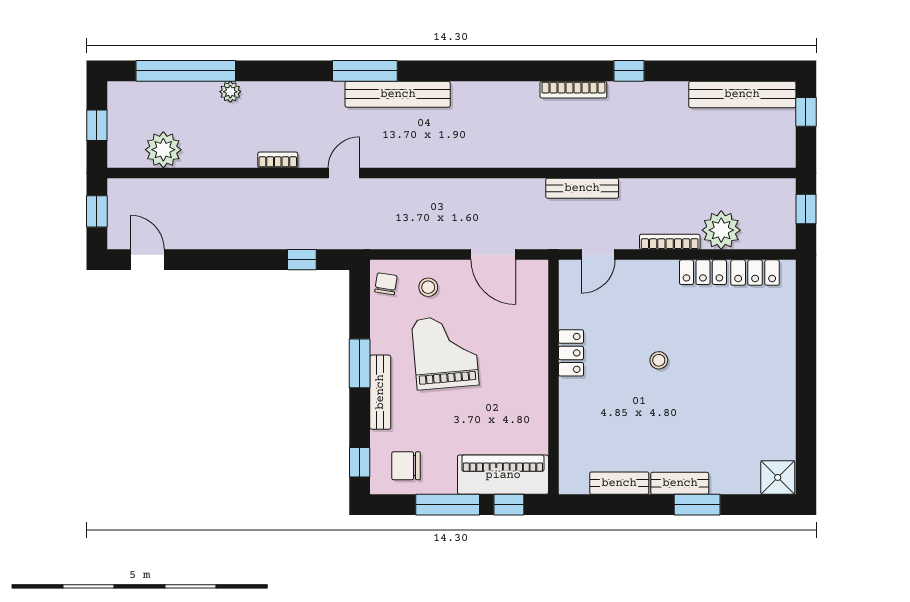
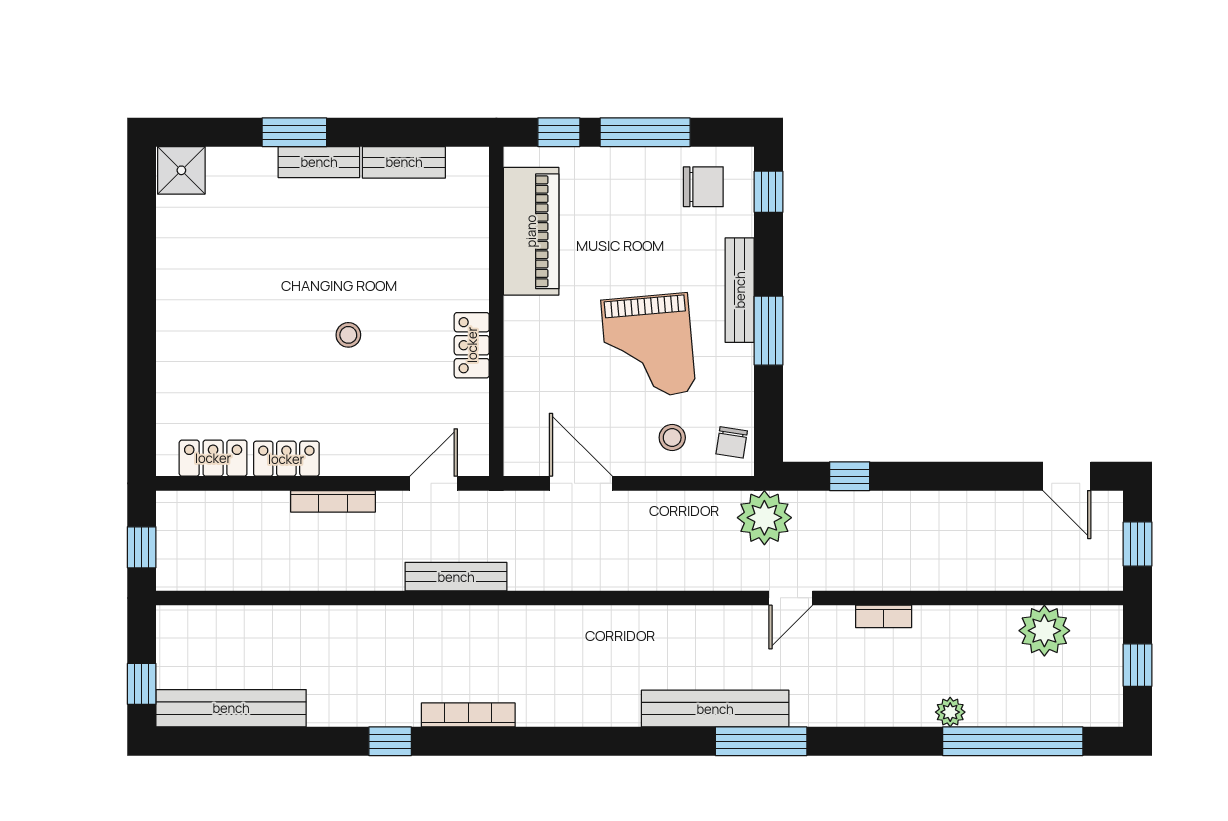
plant: (721, 230) -> (764, 518), moved
piano: (503, 475) -> (531, 231), moved, turned -90

